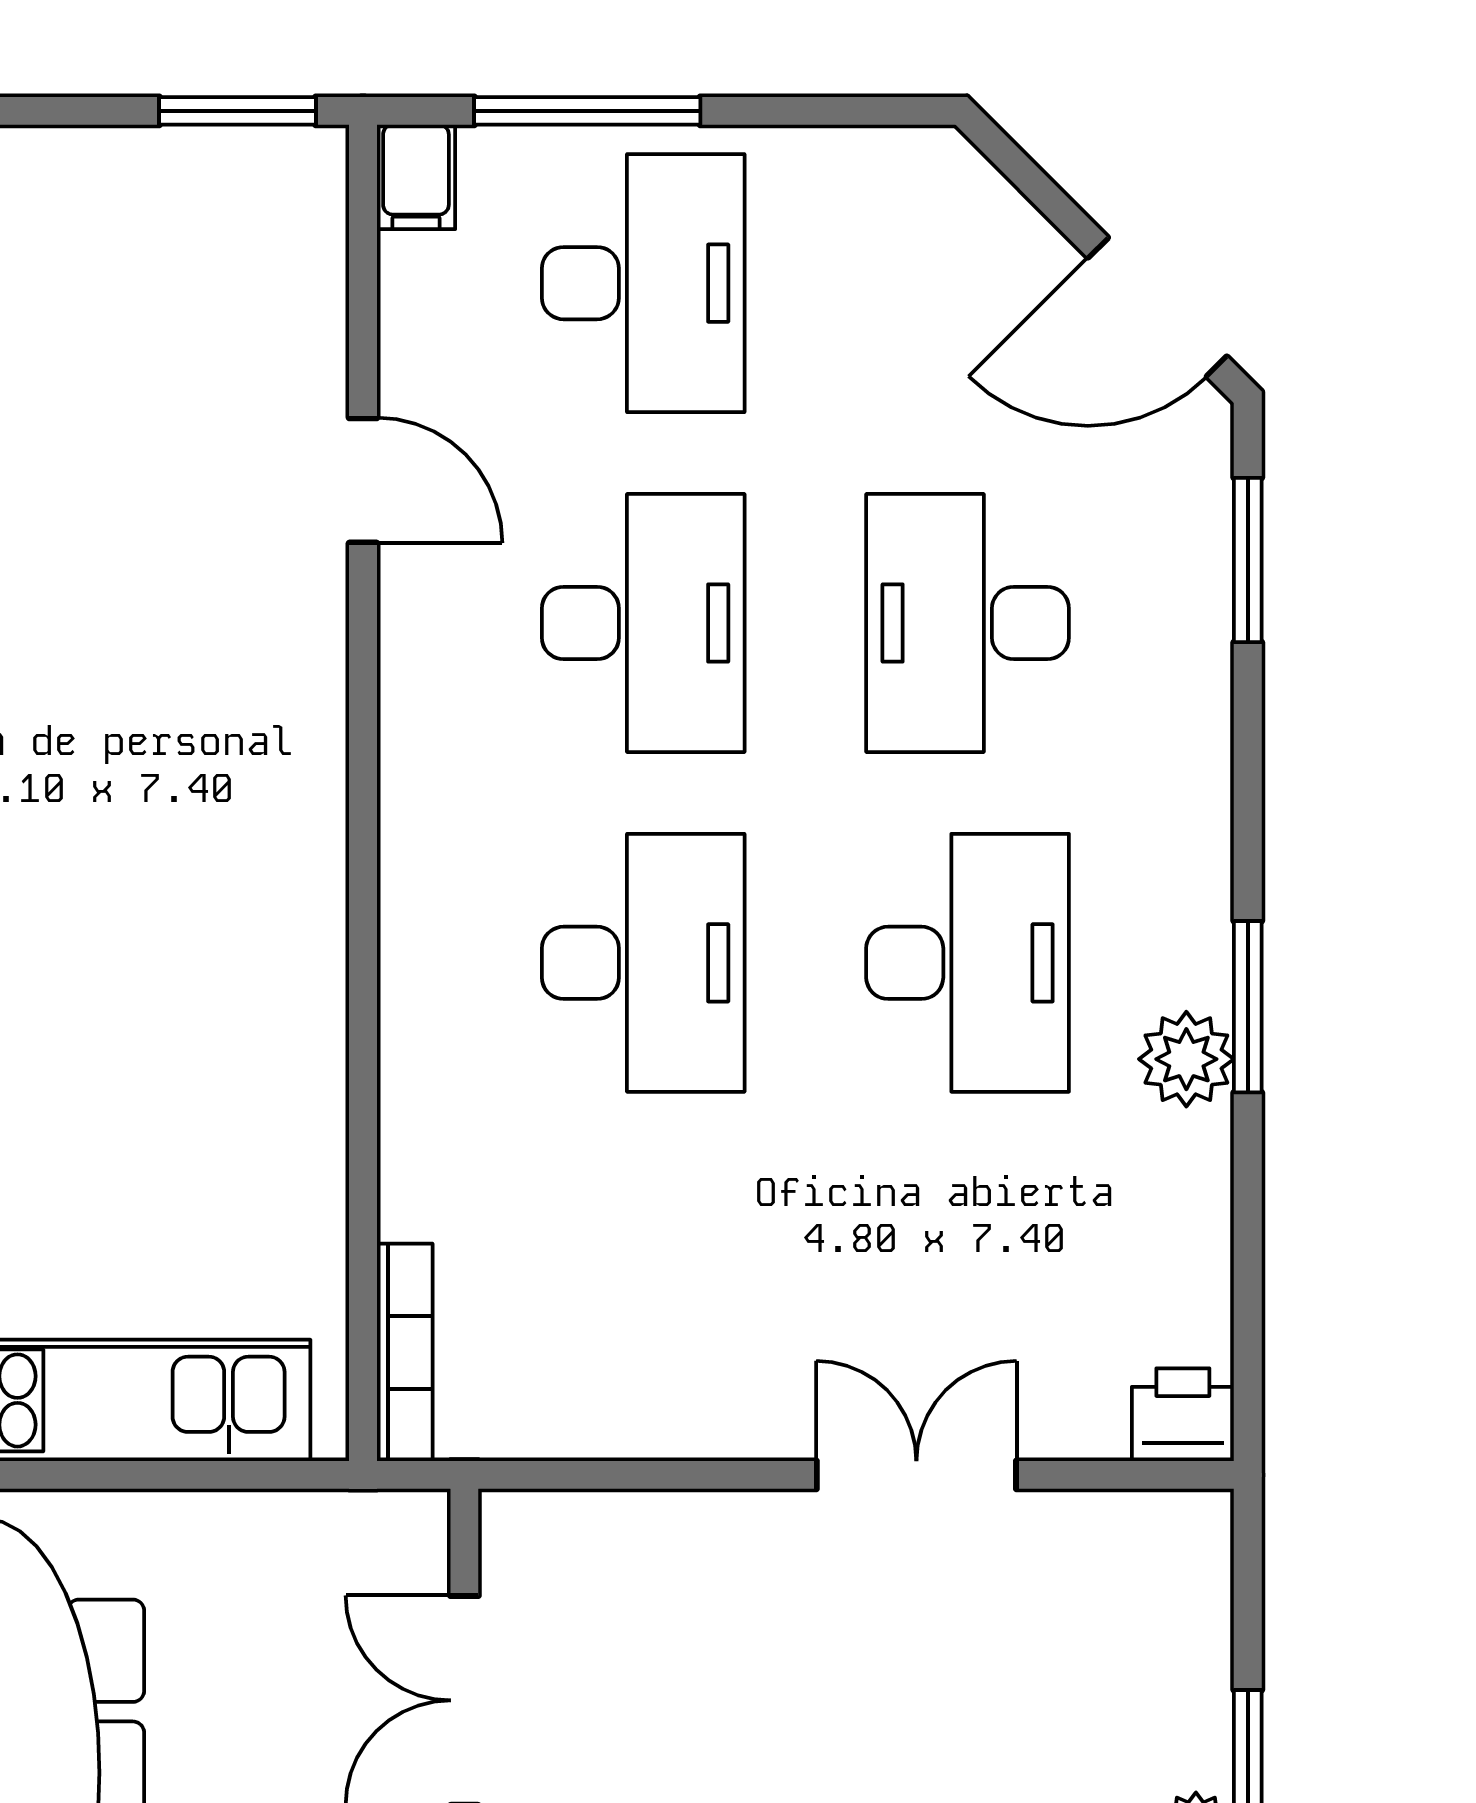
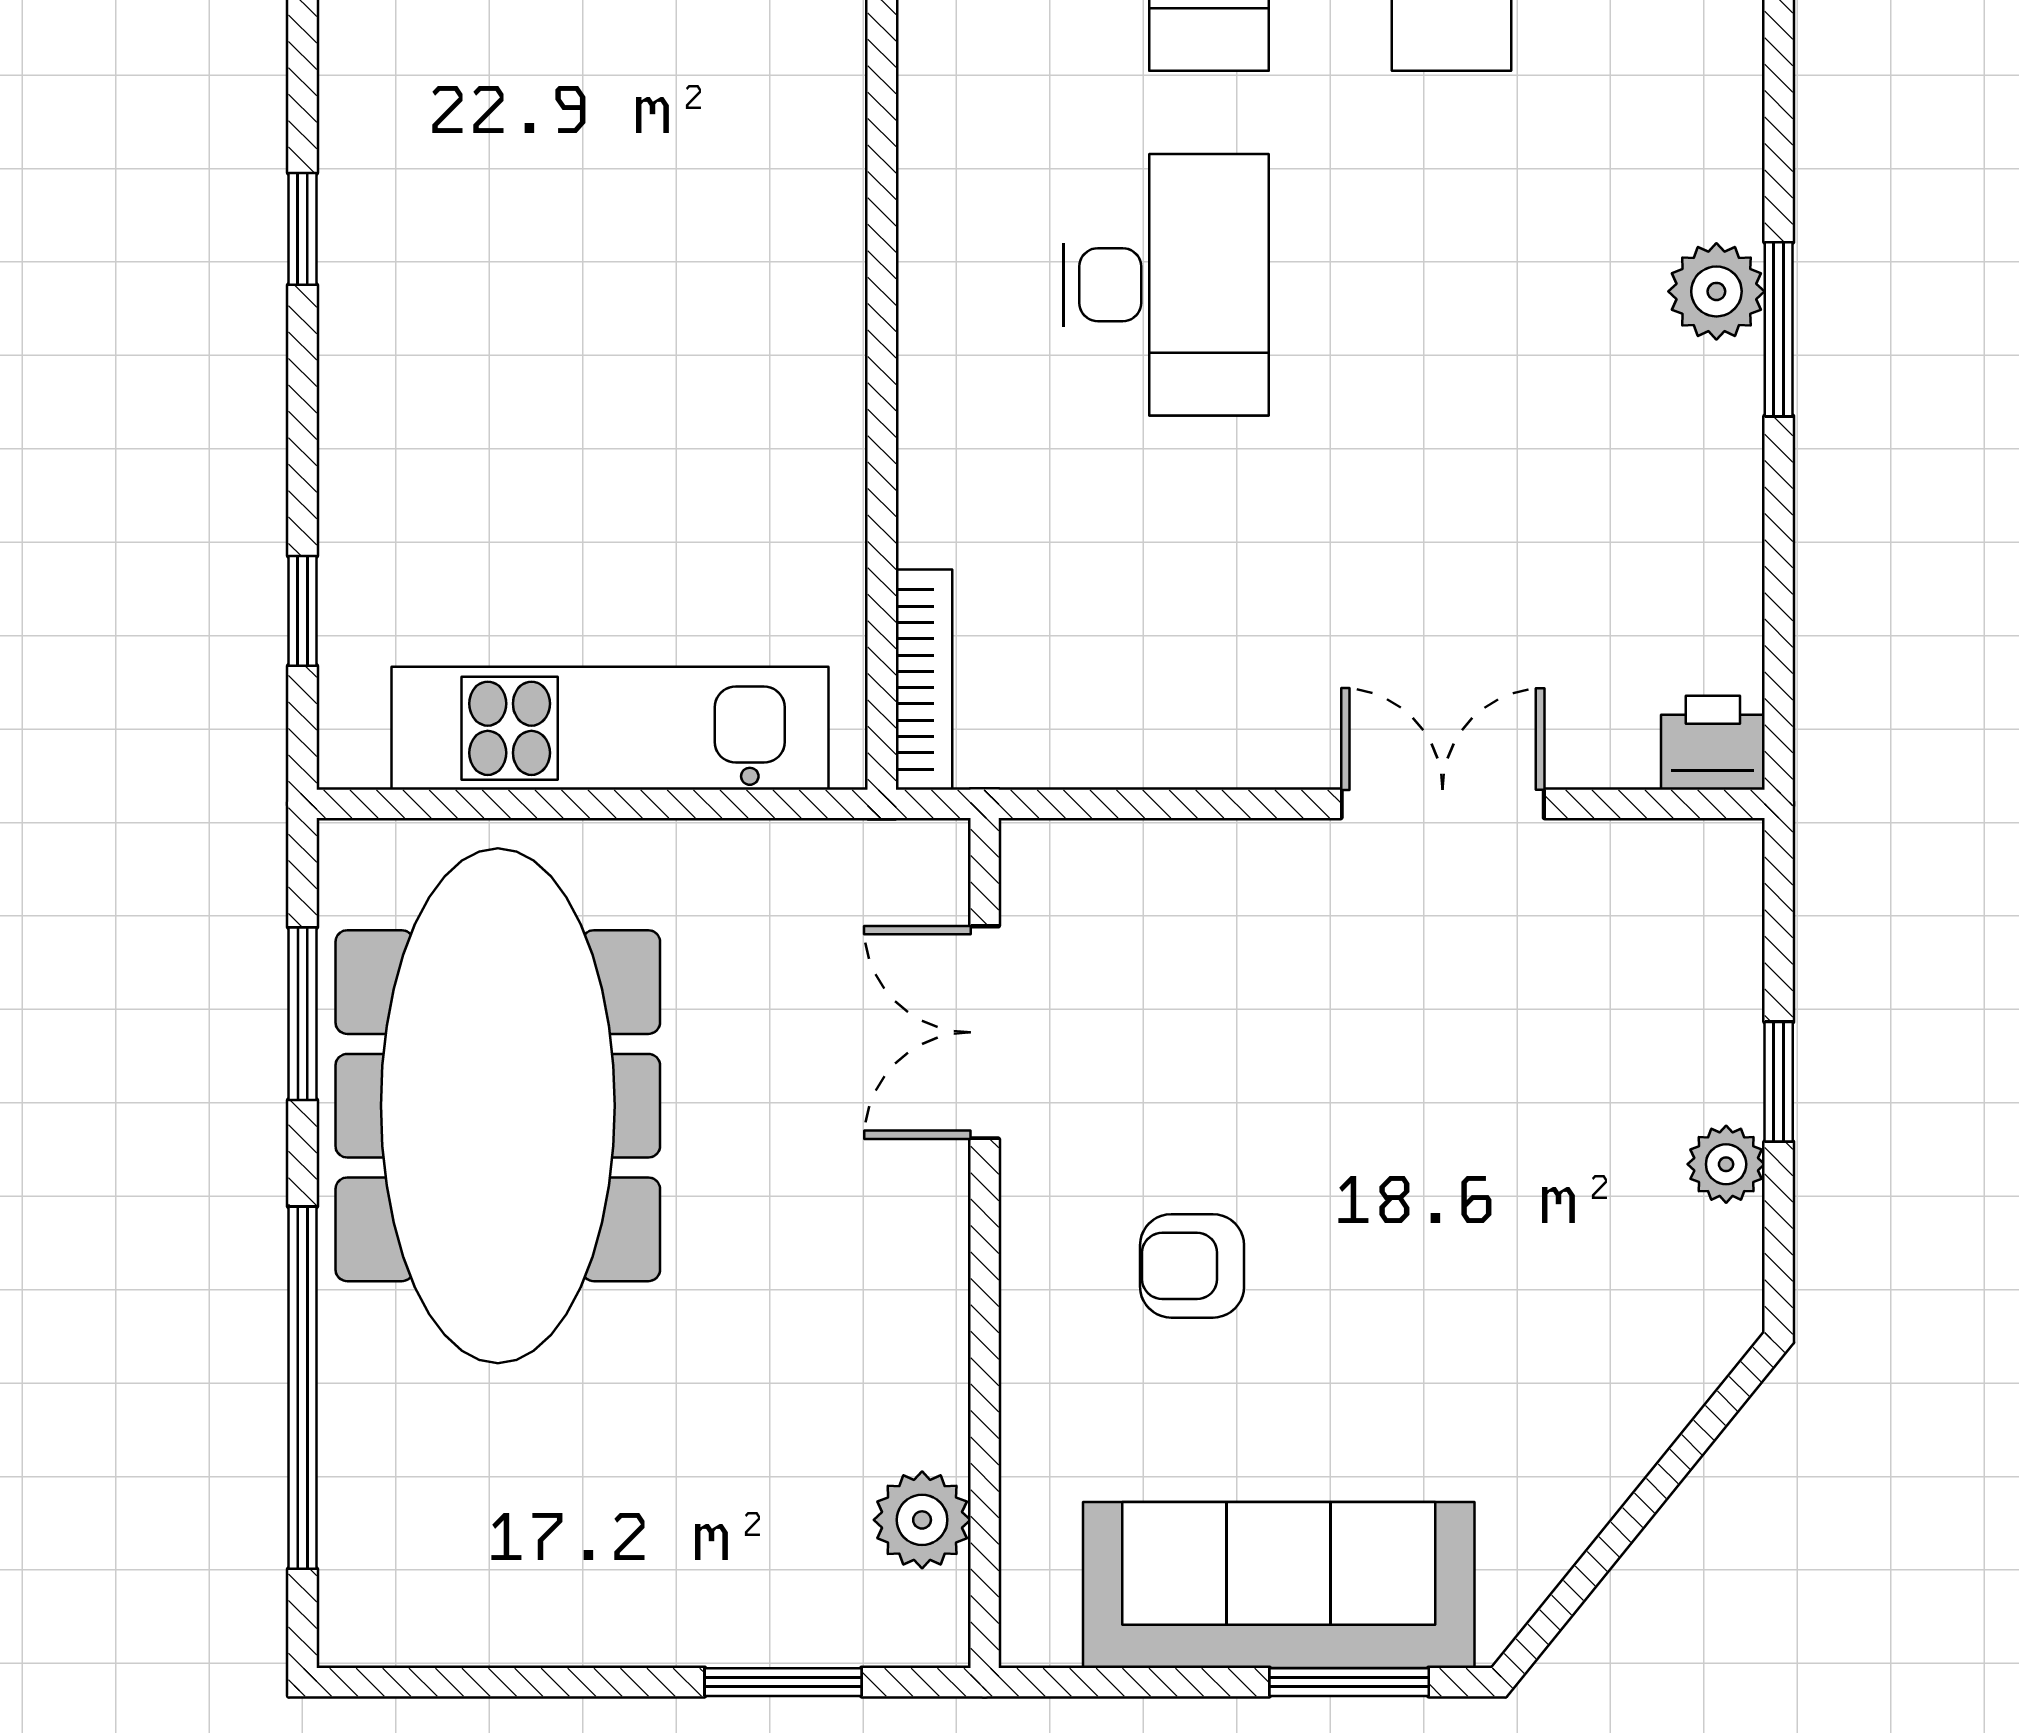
desk: (968, 963) -> (1495, 285), removed
plant: (1186, 1059) -> (1716, 291), moved

